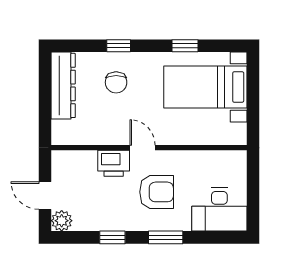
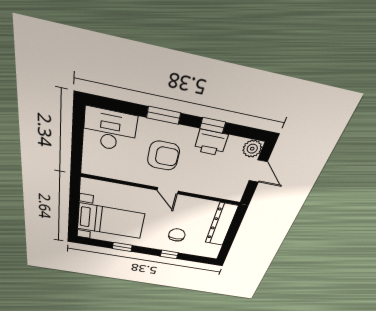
dresser: (63, 85) -> (221, 225), moved
printer: (114, 163) -> (211, 143), moved, turned 180
armchair: (157, 192) -> (163, 156), turned 180

